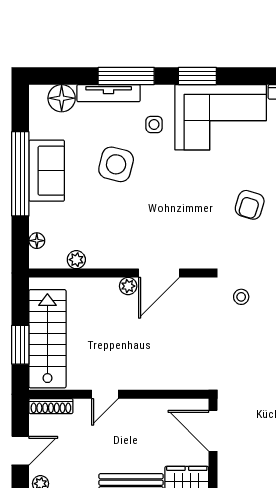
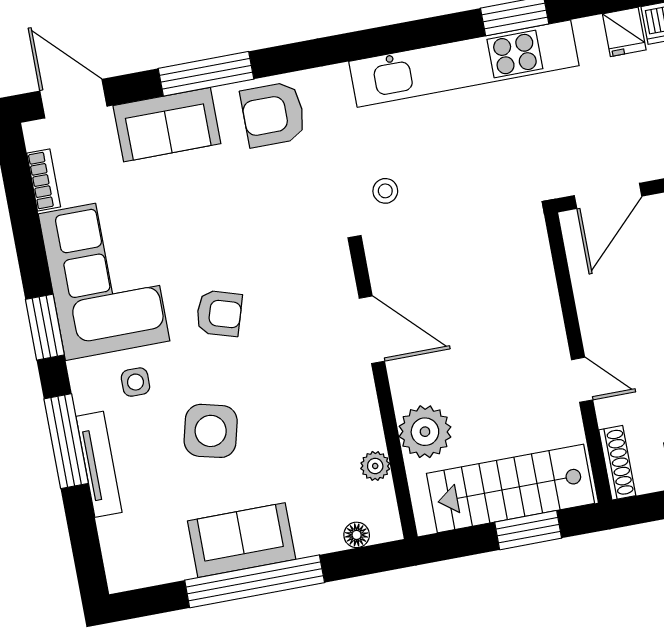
floor lamp: (62, 98) -> (121, 538), removed
armchair: (250, 205) -> (219, 313), moved
plant: (128, 286) -> (425, 432), moved, width x1.88, depth x1.88

